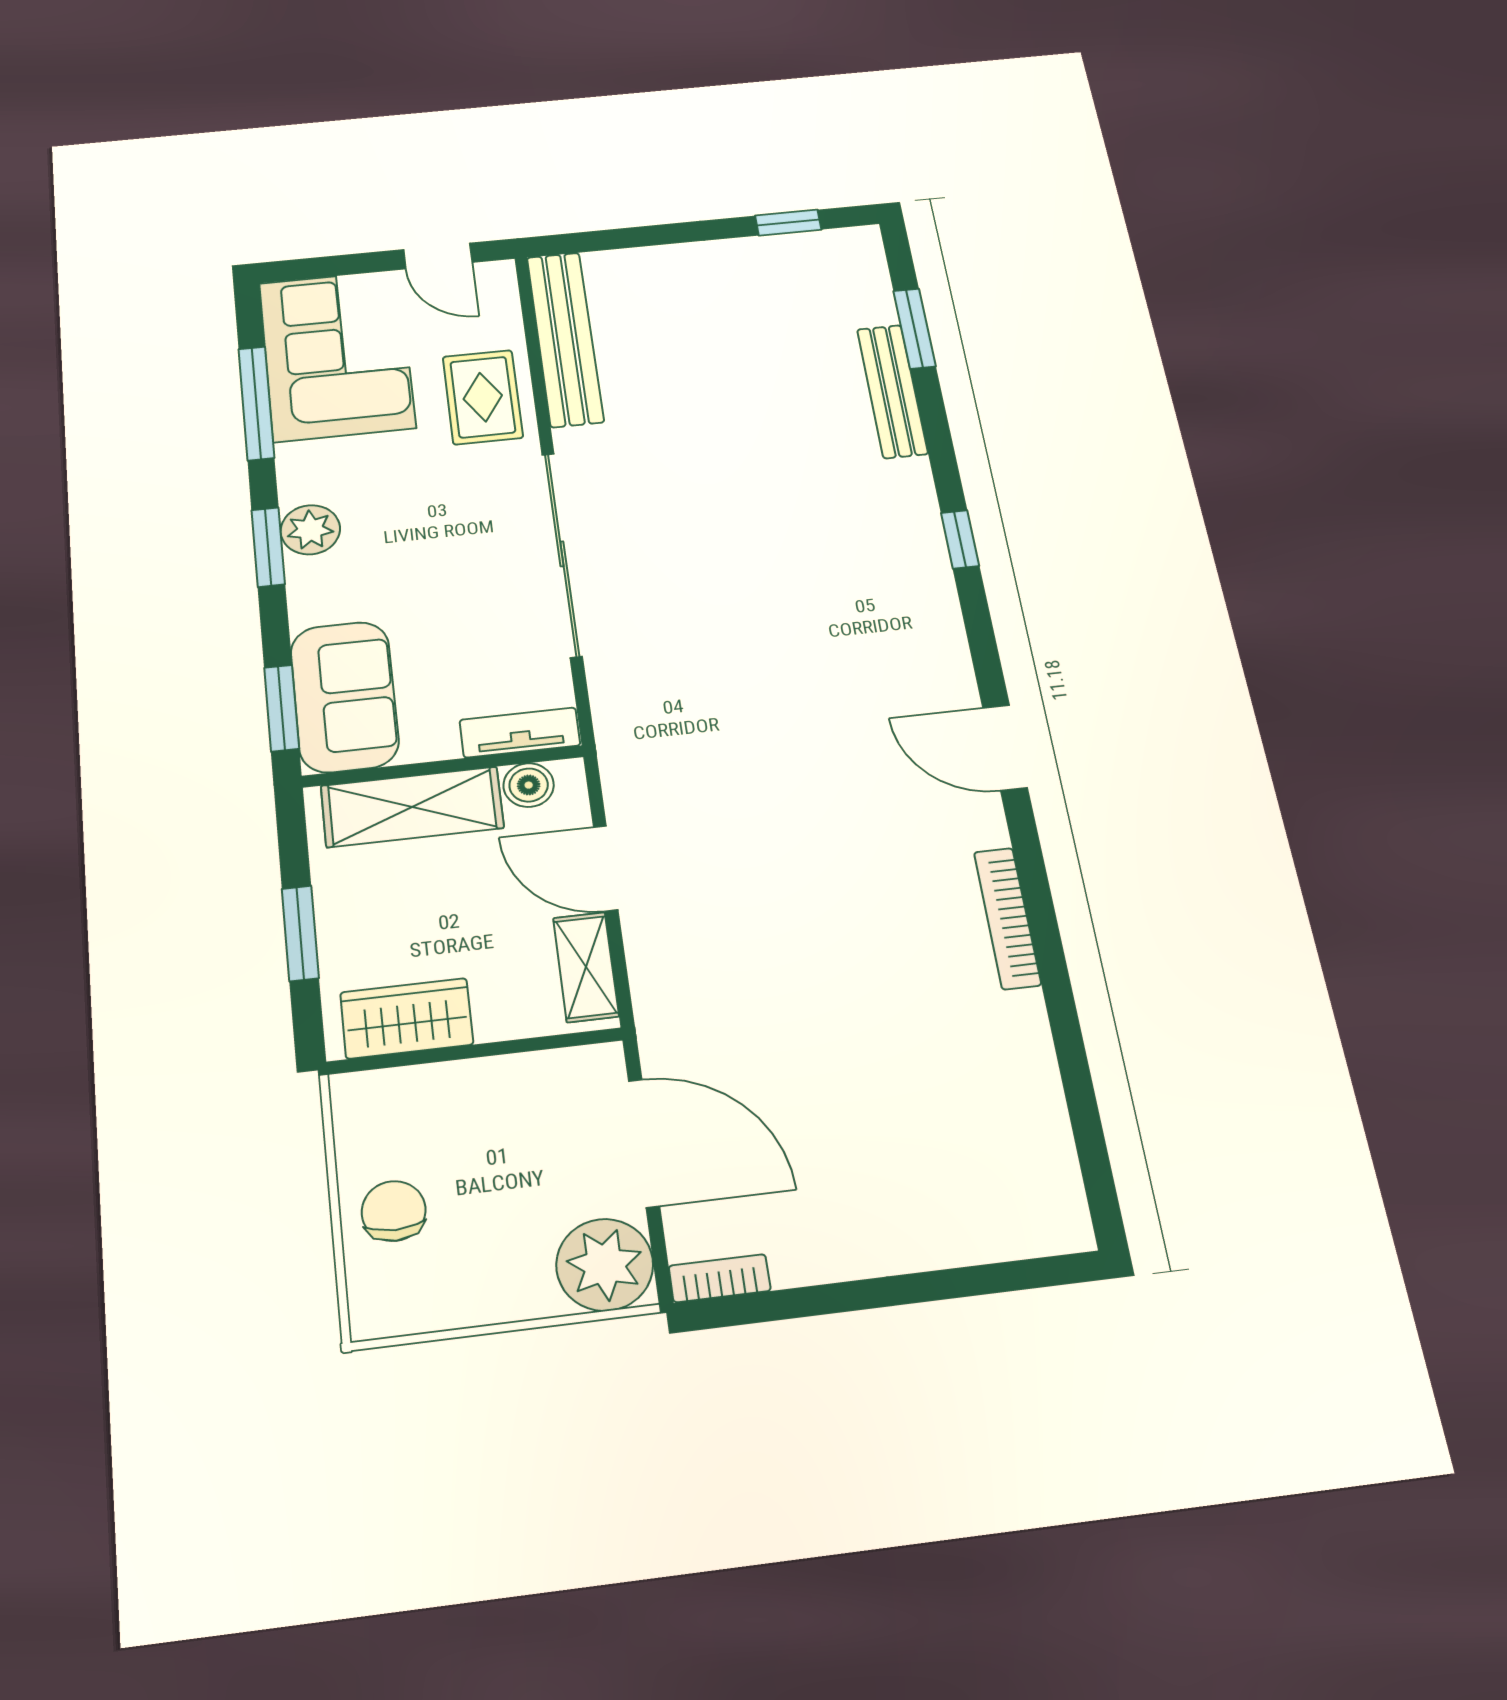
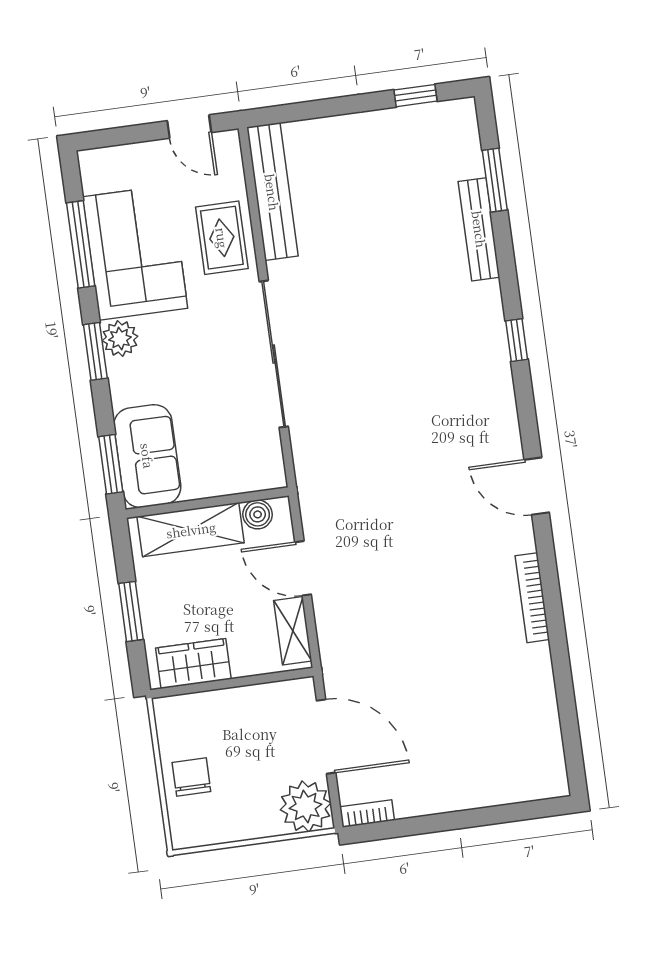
corner sofa: (337, 355) -> (135, 253), moved
tv unit: (520, 733) -> (252, 479), removed

